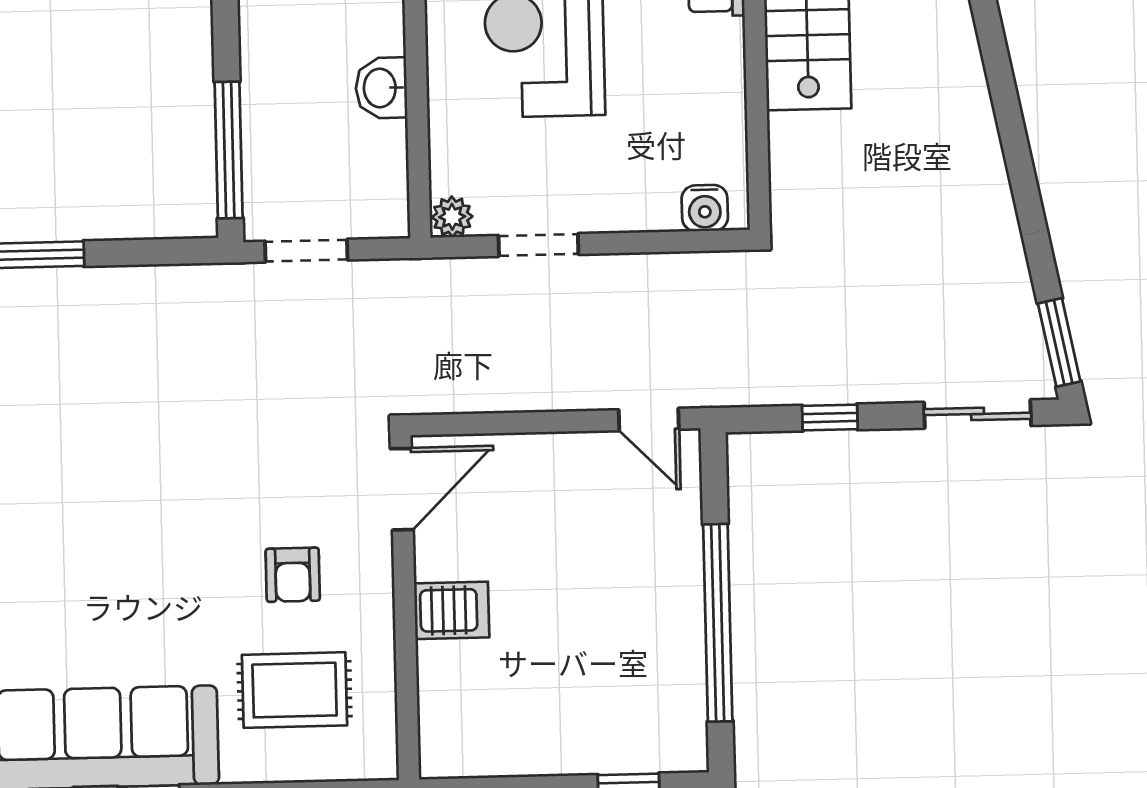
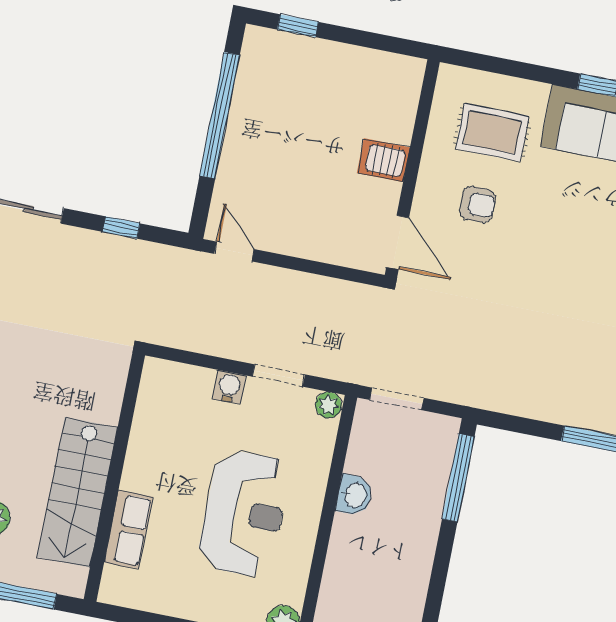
water cooler: (705, 208) -> (229, 387), moved
doorway: (306, 251) -> (397, 399), moved
door: (402, 489) -> (398, 242), swing flipped
armchair: (293, 575) -> (477, 204), turned 90

